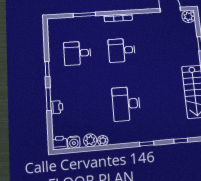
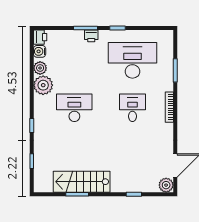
desk: (77, 53) -> (132, 60), width x1.87, depth x1.30
printer: (57, 107) -> (91, 36), moved
plant: (103, 141) -> (43, 85), width x1.87, depth x1.87

